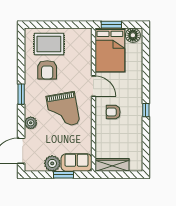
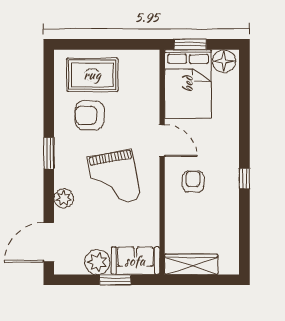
armchair: (47, 70) -> (90, 115), turned 90
armchair: (113, 112) -> (193, 181), turned 90

